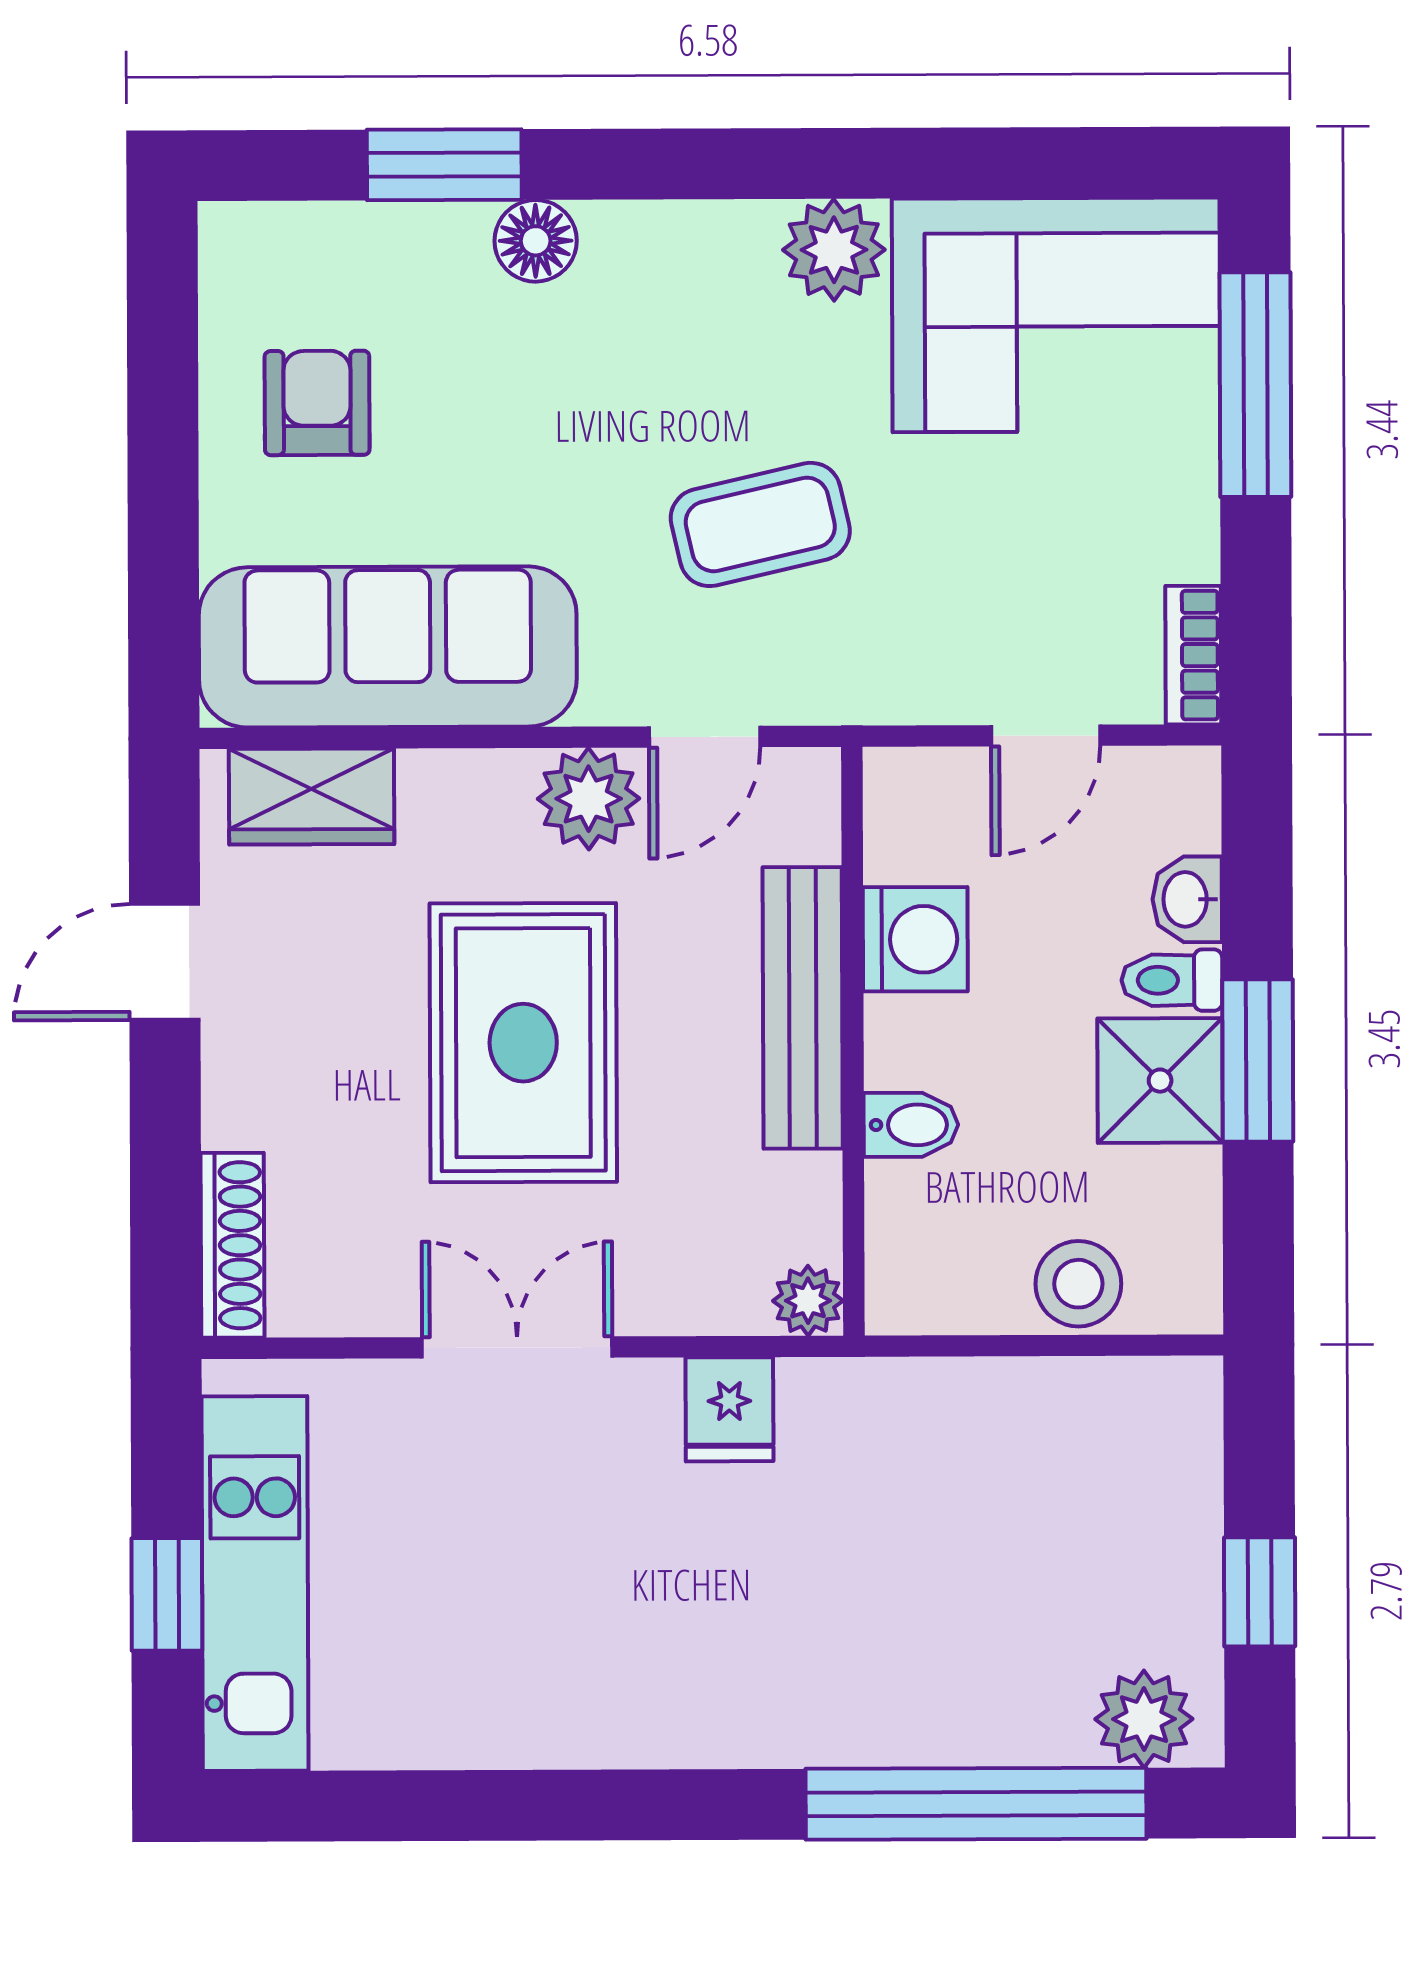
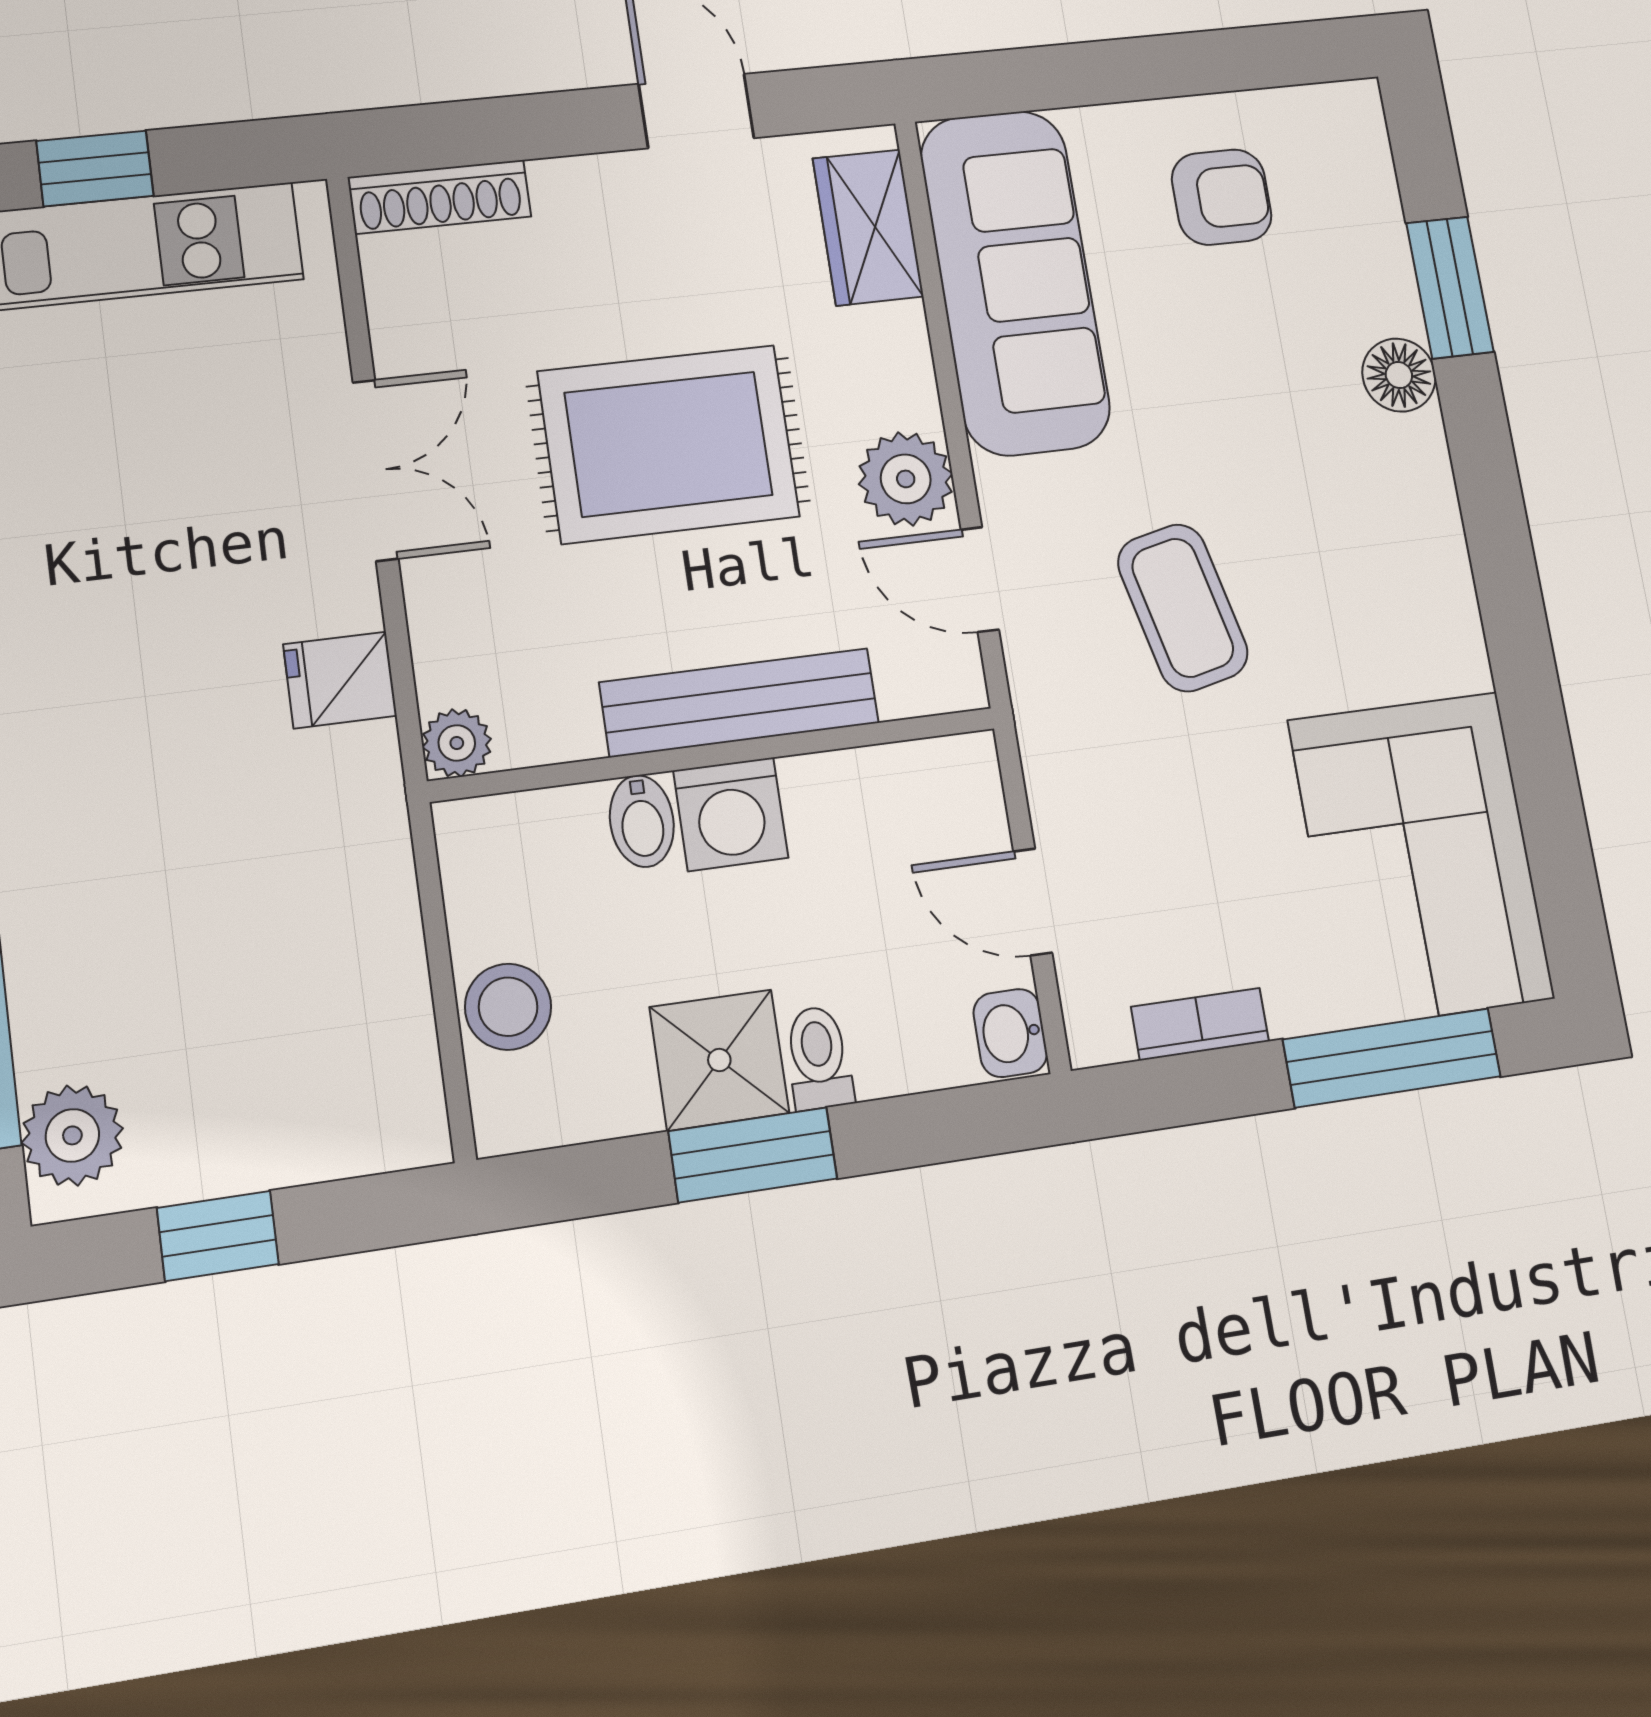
plant: (834, 250) -> (1441, 645), removed
bookcase: (1193, 655) -> (1200, 1024), moved
washbasin: (1187, 899) -> (1010, 1033), moved, turned -90
washing machine: (915, 939) -> (731, 814), moved

